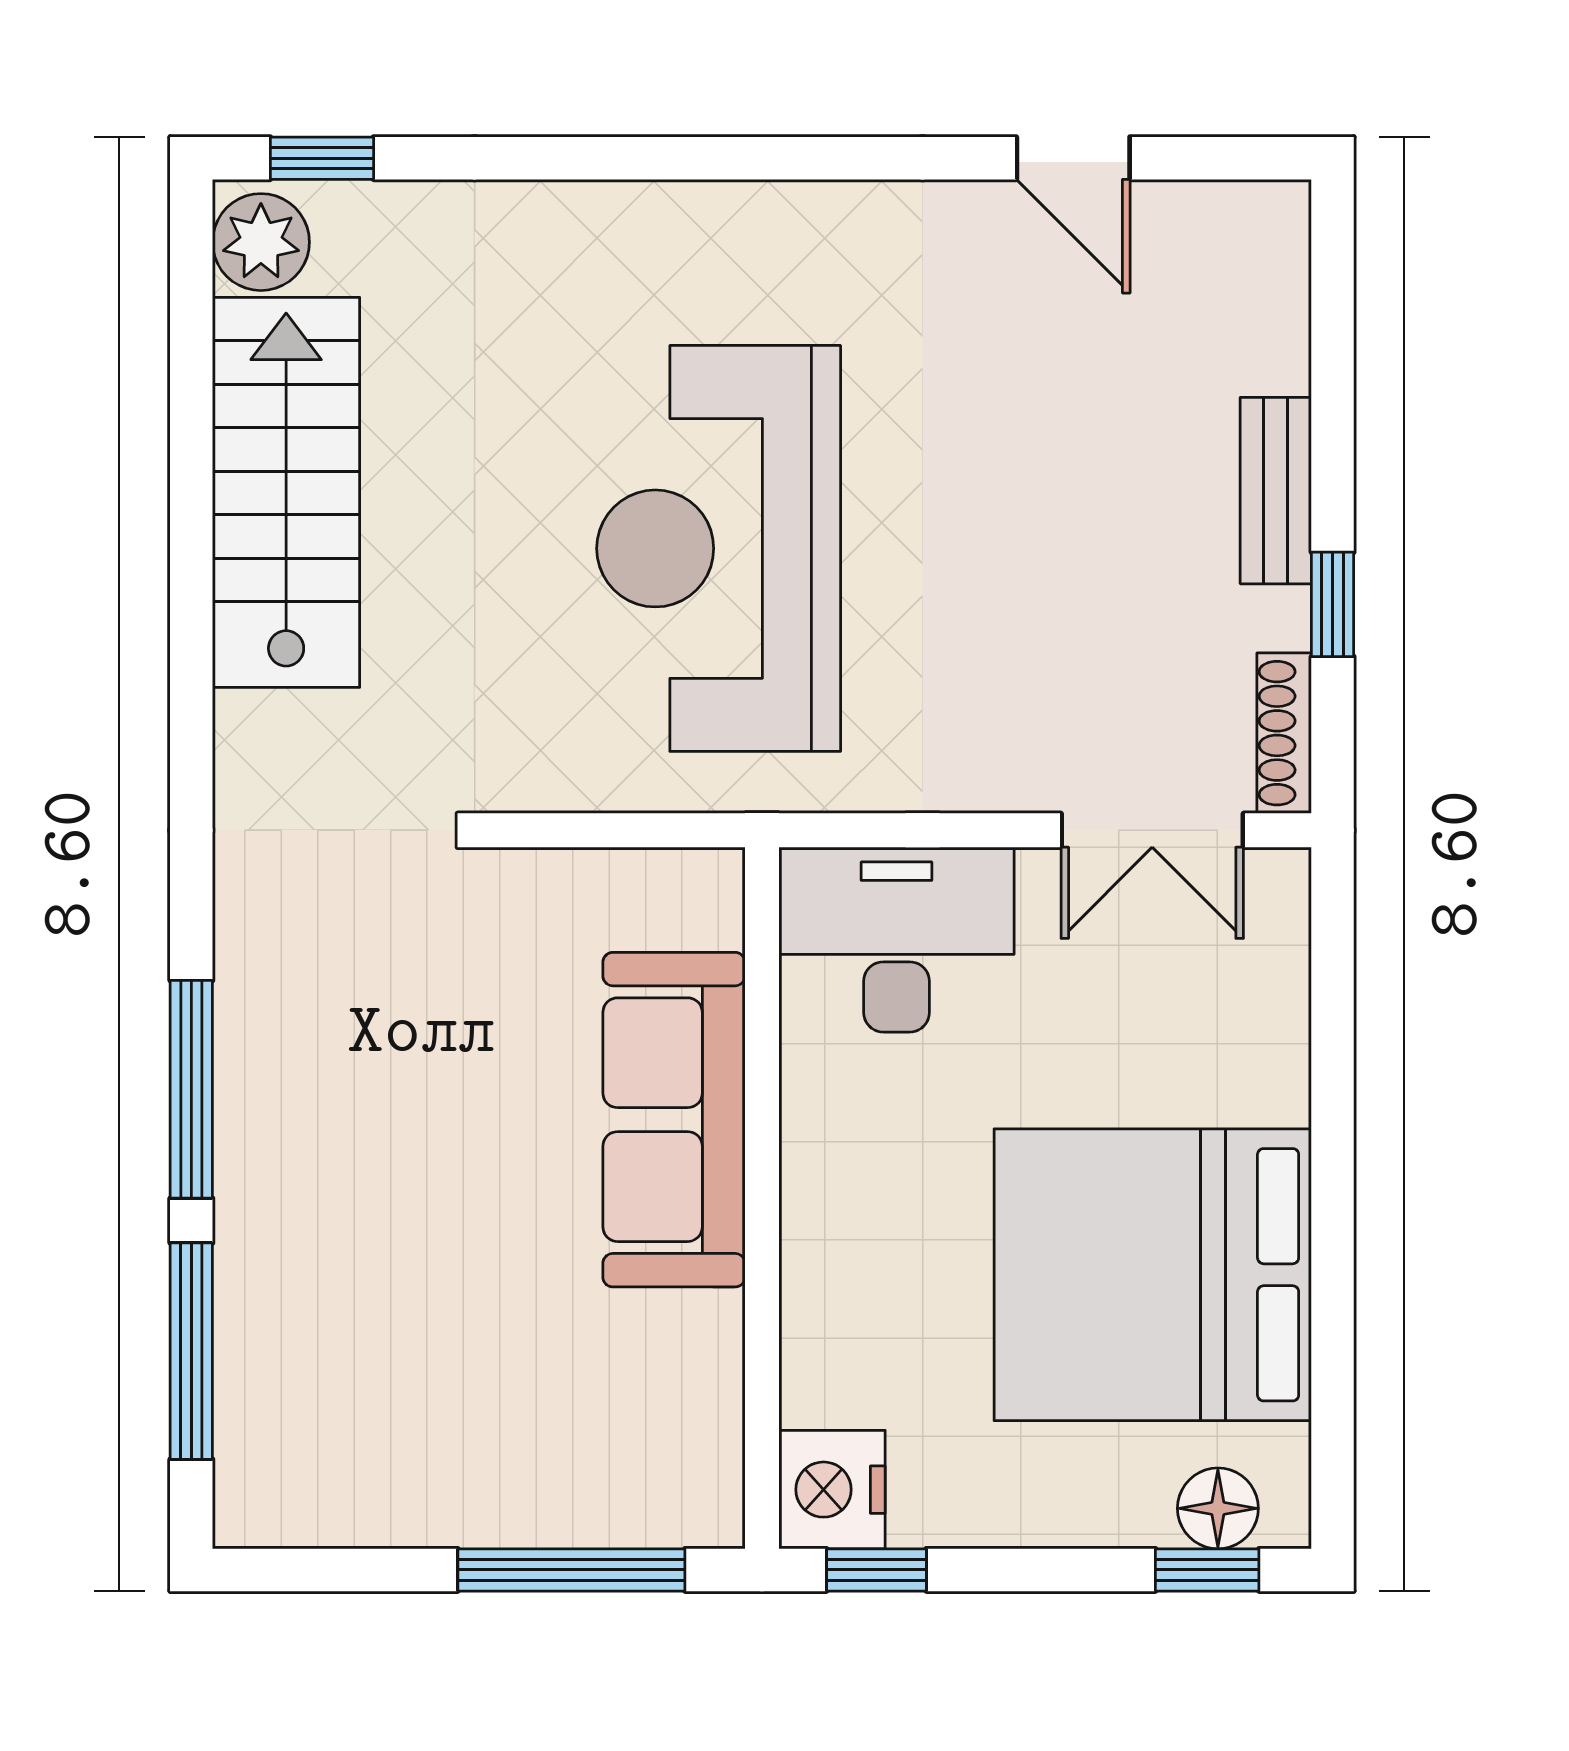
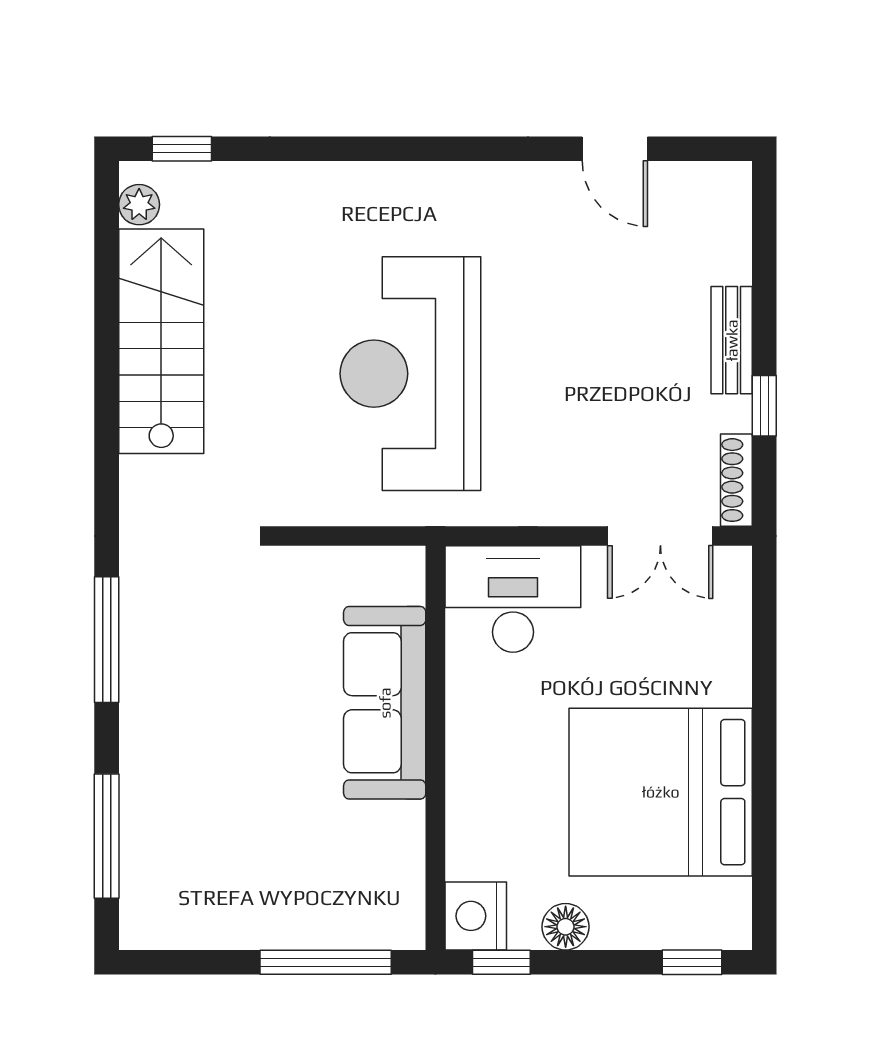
plant: (261, 242) -> (139, 205), width x0.73, depth x0.73
window: (191, 1089) -> (107, 640), moved
floor lamp: (1218, 1508) -> (566, 927), moved

